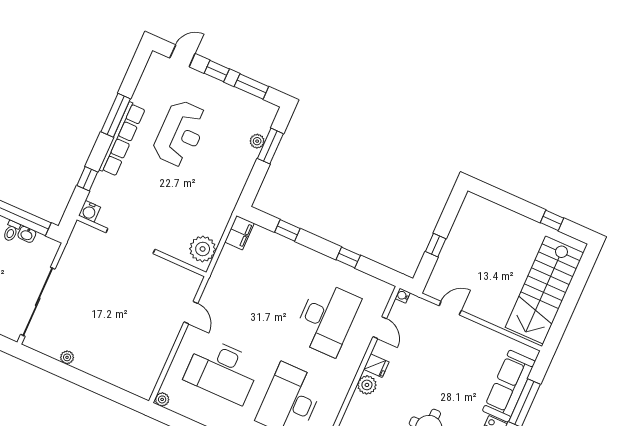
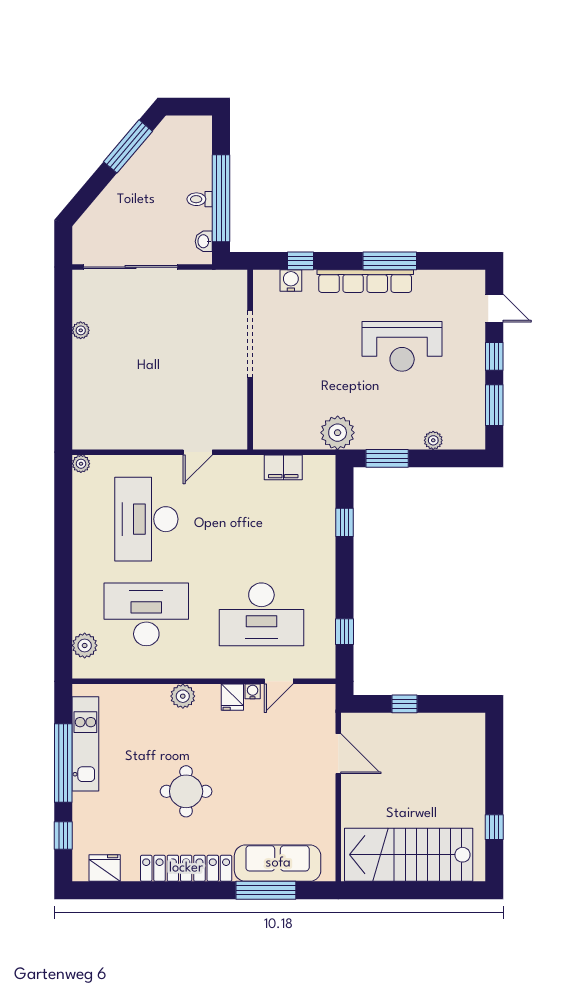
window: (270, 146) -> (387, 458), moved
water cooler: (90, 211) -> (291, 280), moved, turned 90
filing cabinet: (239, 233) -> (283, 467), moved
washbasin: (27, 234) -> (204, 241), moved
plant: (203, 249) -> (338, 433), moved
window: (348, 257) -> (344, 632), moved
water cooler: (403, 296) -> (253, 691), moved
door: (450, 308) -> (338, 754), width x1.38
plant: (367, 385) -> (183, 696), moved

